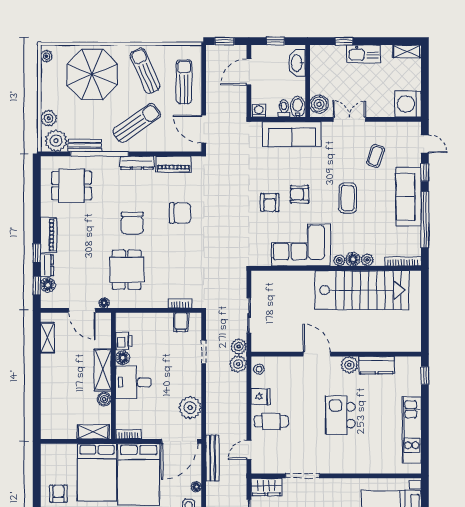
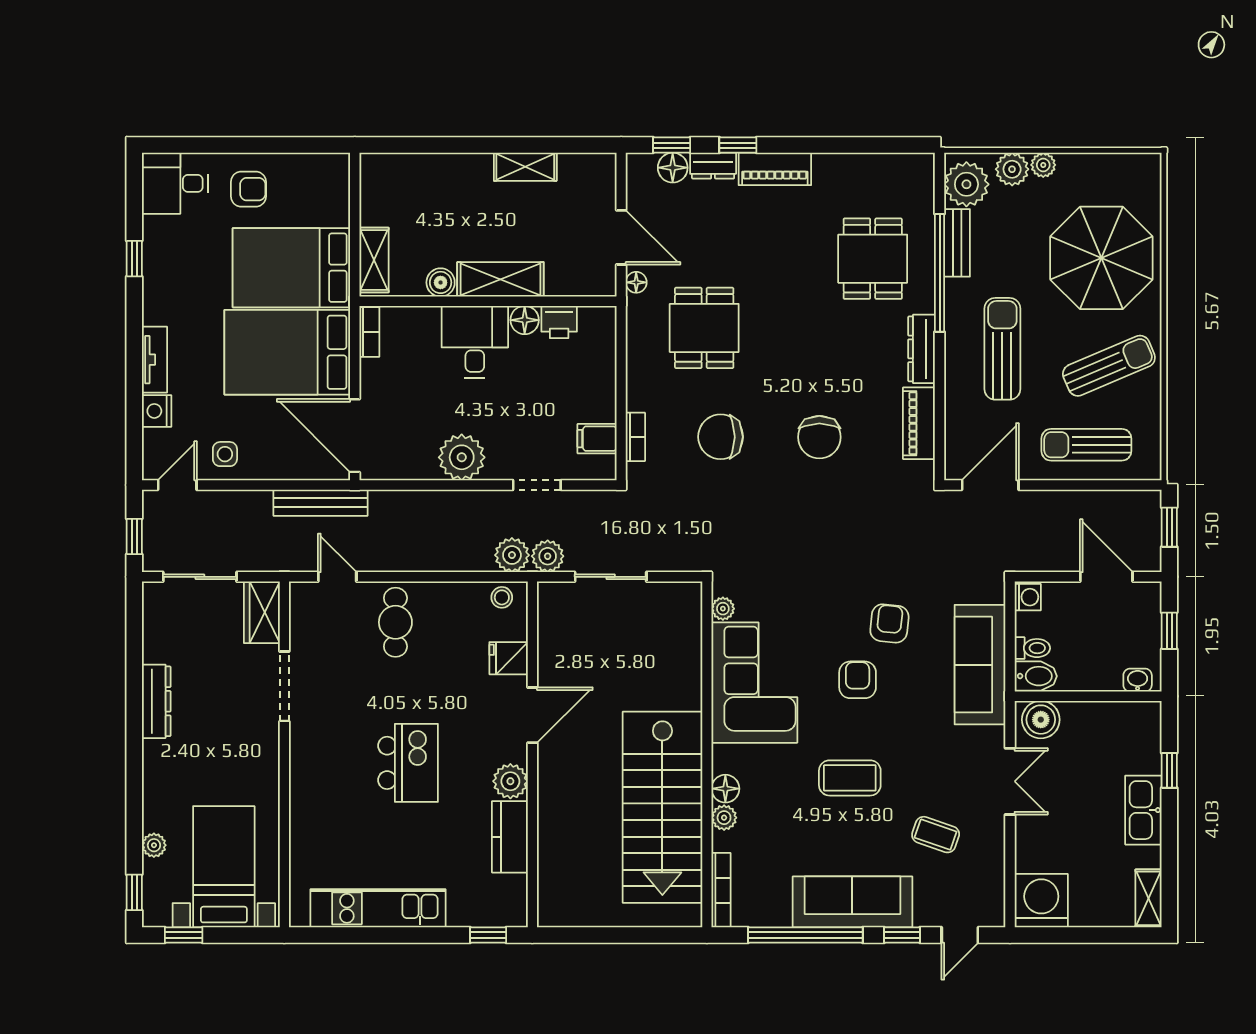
plant: (47, 56) -> (1043, 165), moved
washbasin: (297, 63) -> (1138, 680), width x0.52, depth x0.69
sun lounger: (184, 82) -> (1086, 445), turned 180
sun lounger: (137, 123) -> (1002, 349), turned -145
dining table: (71, 186) -> (873, 259), moved
armchair: (270, 202) -> (889, 623), moved, turned 96
chair: (132, 223) -> (721, 437), moved
plant: (339, 260) -> (723, 609), moved
dining table: (127, 270) -> (704, 328), turned 90
door: (82, 310) -> (621, 237), swing flipped
shelving: (47, 338) -> (525, 167), moved
fridge: (261, 396) -> (509, 658), moved, turned 90
plant: (190, 408) -> (462, 457), moved
kitchen island: (340, 415) -> (408, 763), turned 90
floor lamp: (196, 487) -> (262, 470), removed

